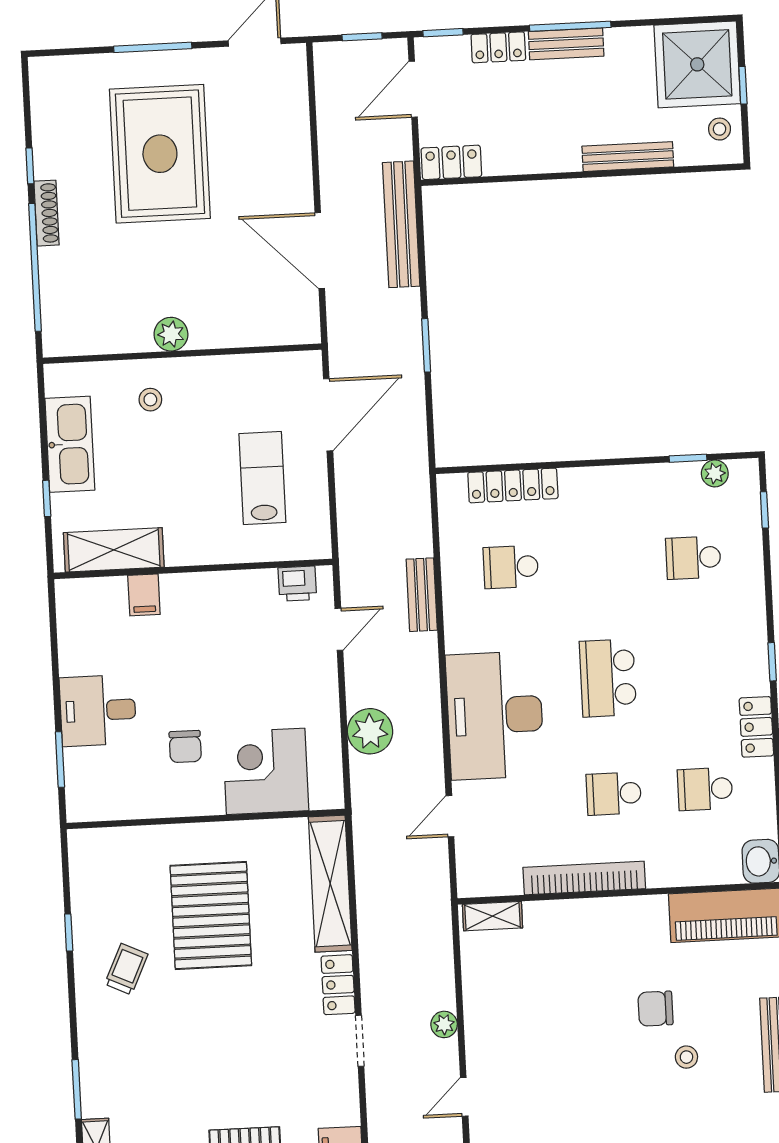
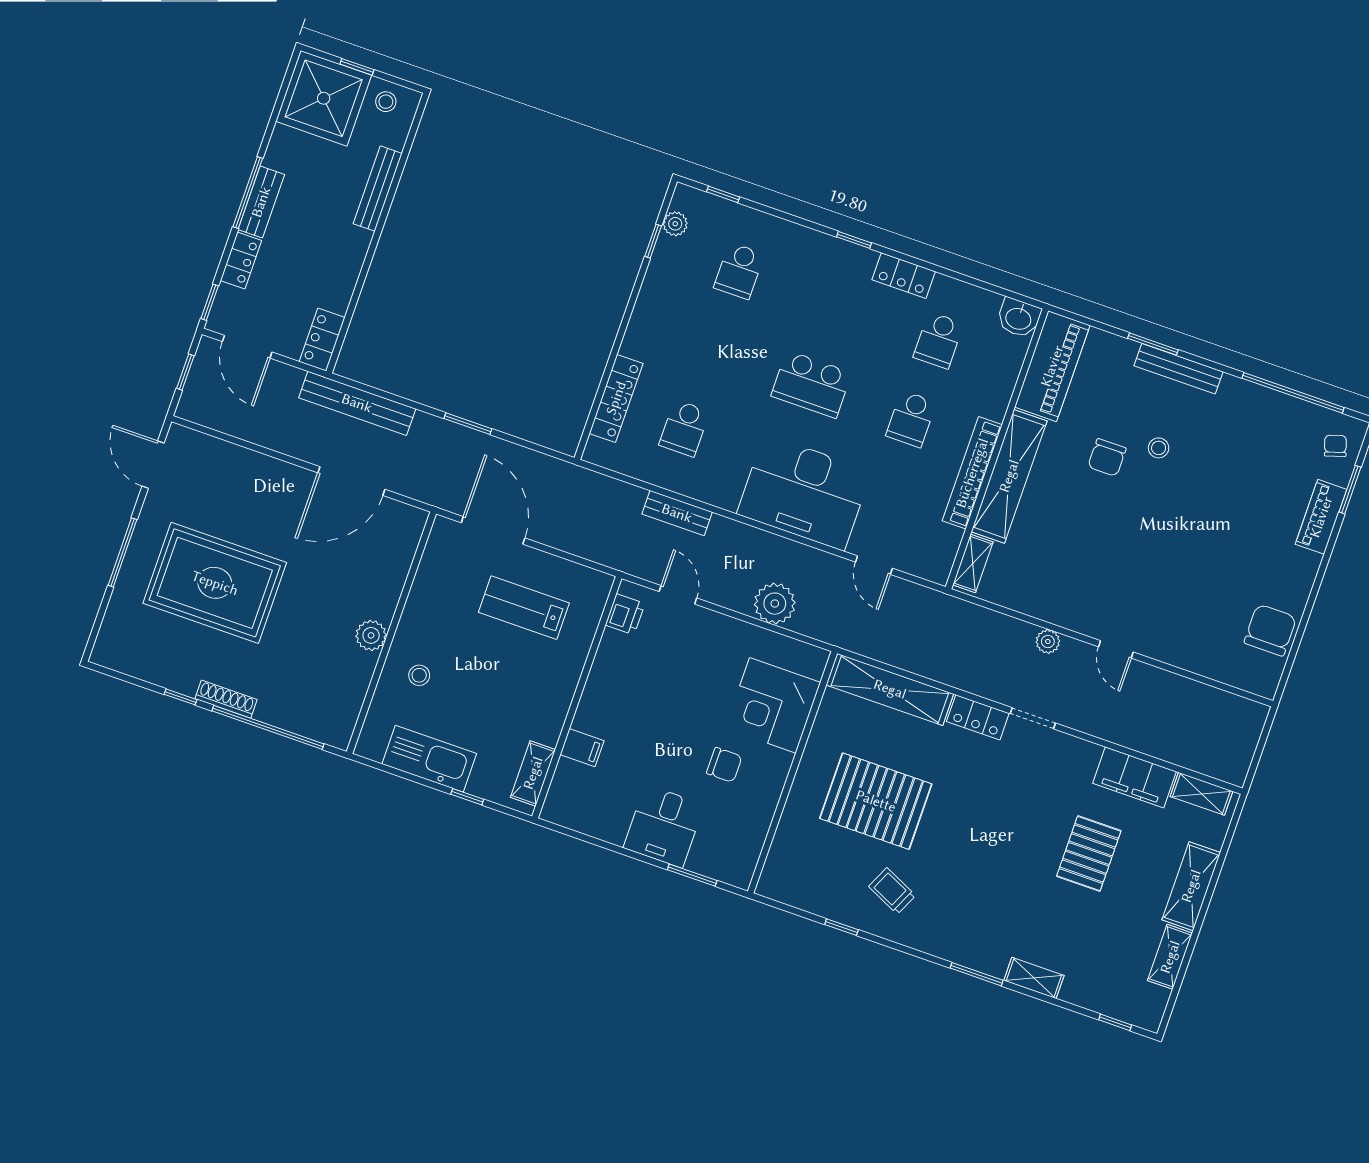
shelving: (114, 550) -> (533, 773), width x0.67, depth x0.75
shelving: (596, 917) -> (1009, 476), added

